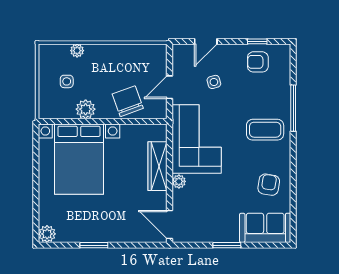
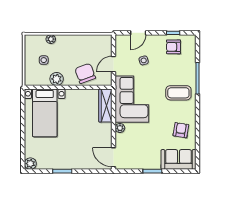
bed with nightstands: (79, 159) -> (45, 113), width x0.73
wardrobe: (158, 166) -> (105, 106), moved

